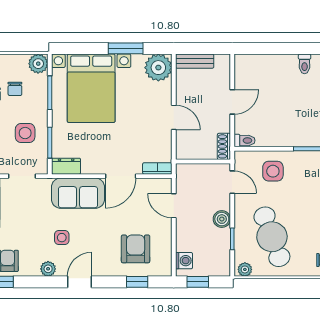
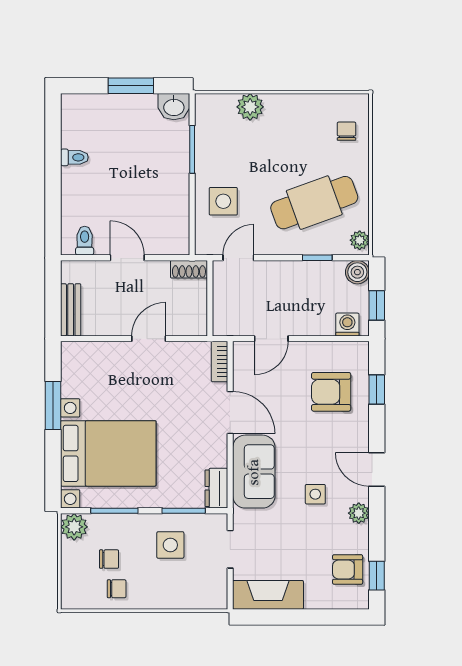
plant: (158, 68) -> (80, 360), removed
toilet: (244, 140) -> (85, 241), moved
boiler: (222, 219) -> (357, 272), moved

